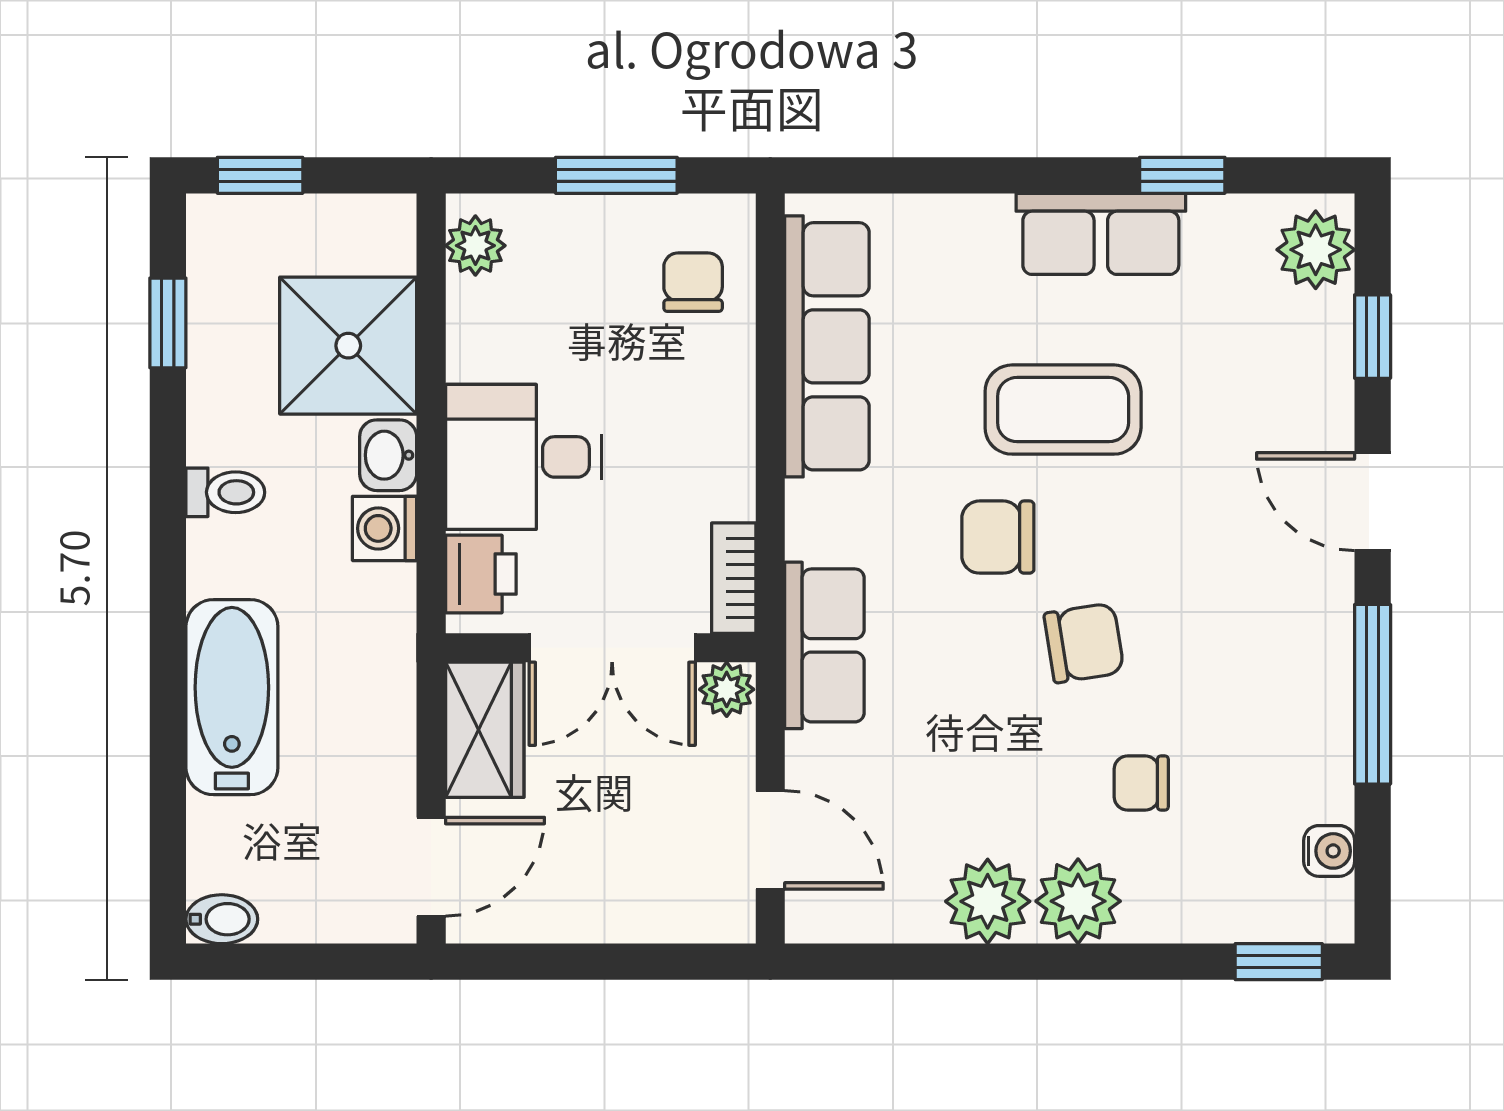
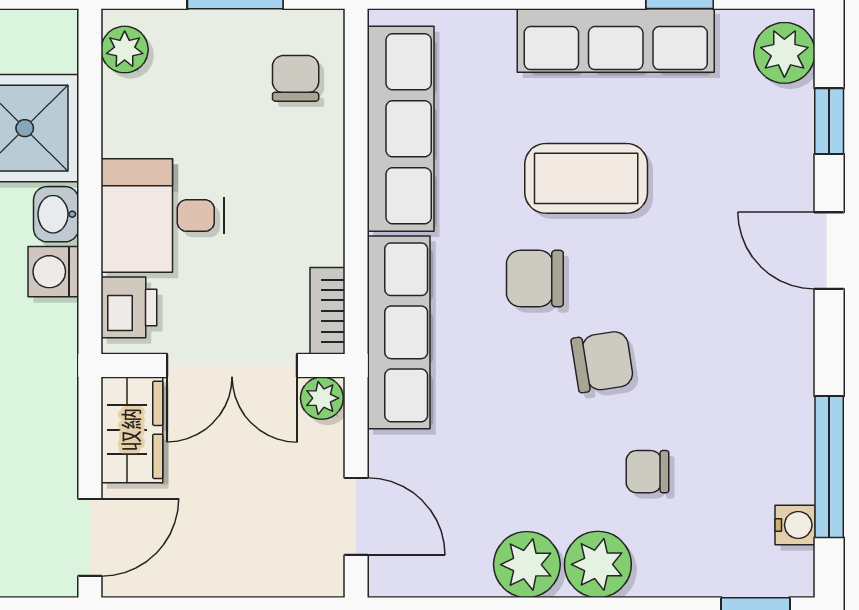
row of seats: (1101, 234) -> (616, 40), width x1.48
row of seats: (824, 645) -> (399, 332), width x1.48
window: (1373, 694) -> (829, 467), moved

